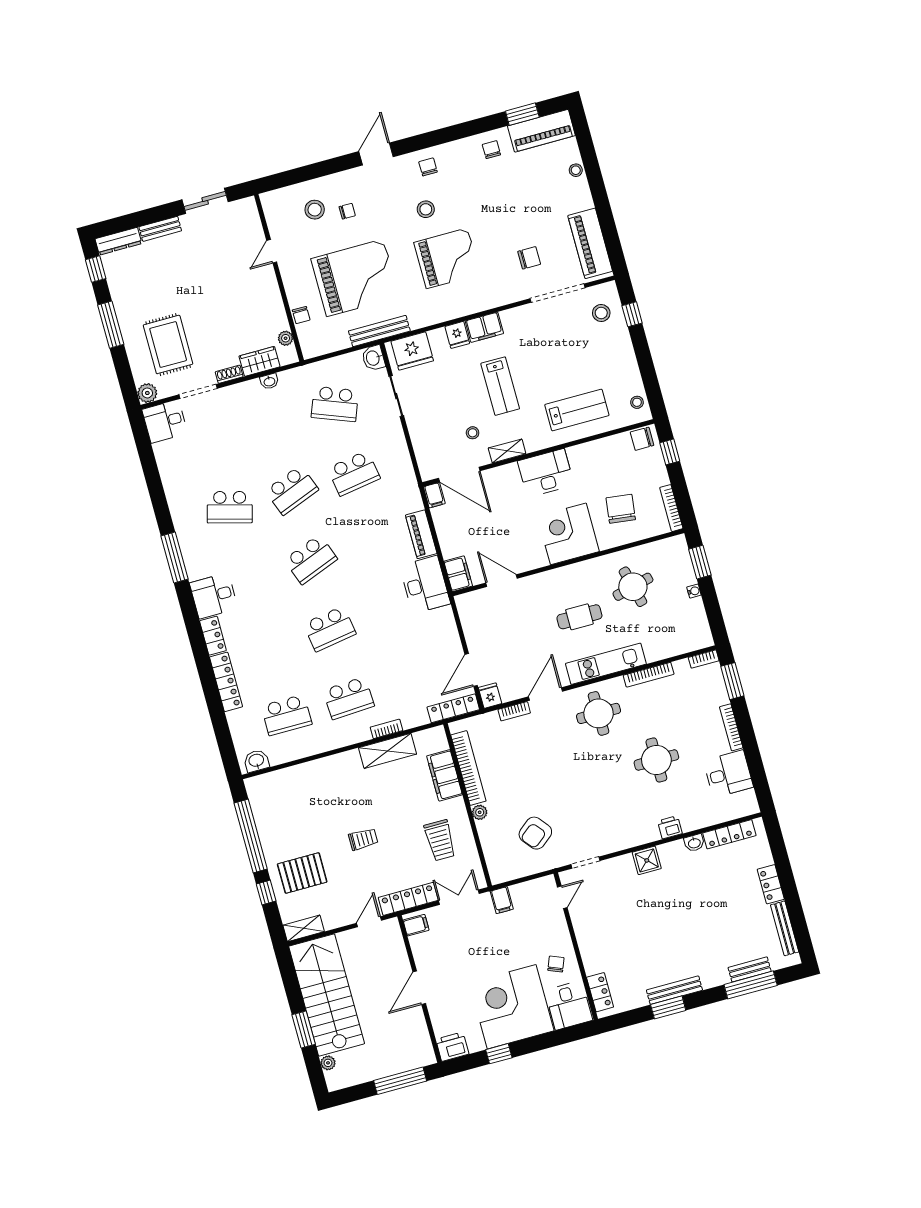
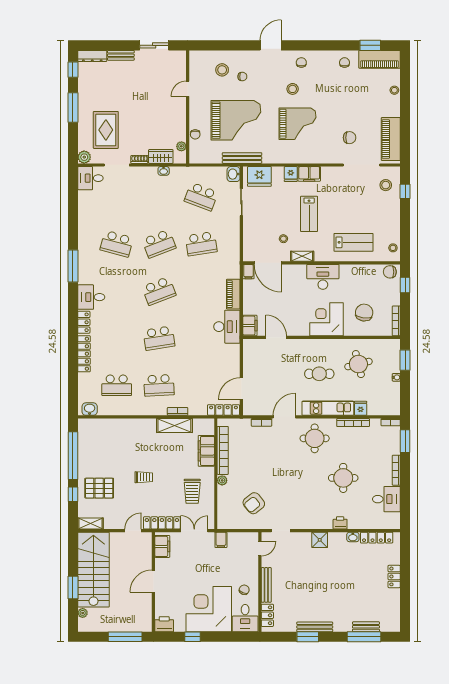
fridge: (490, 696) -> (361, 408), moved
filing cabinet: (416, 925) -> (162, 546), width x2.00
bench: (785, 928) -> (266, 585), moved

